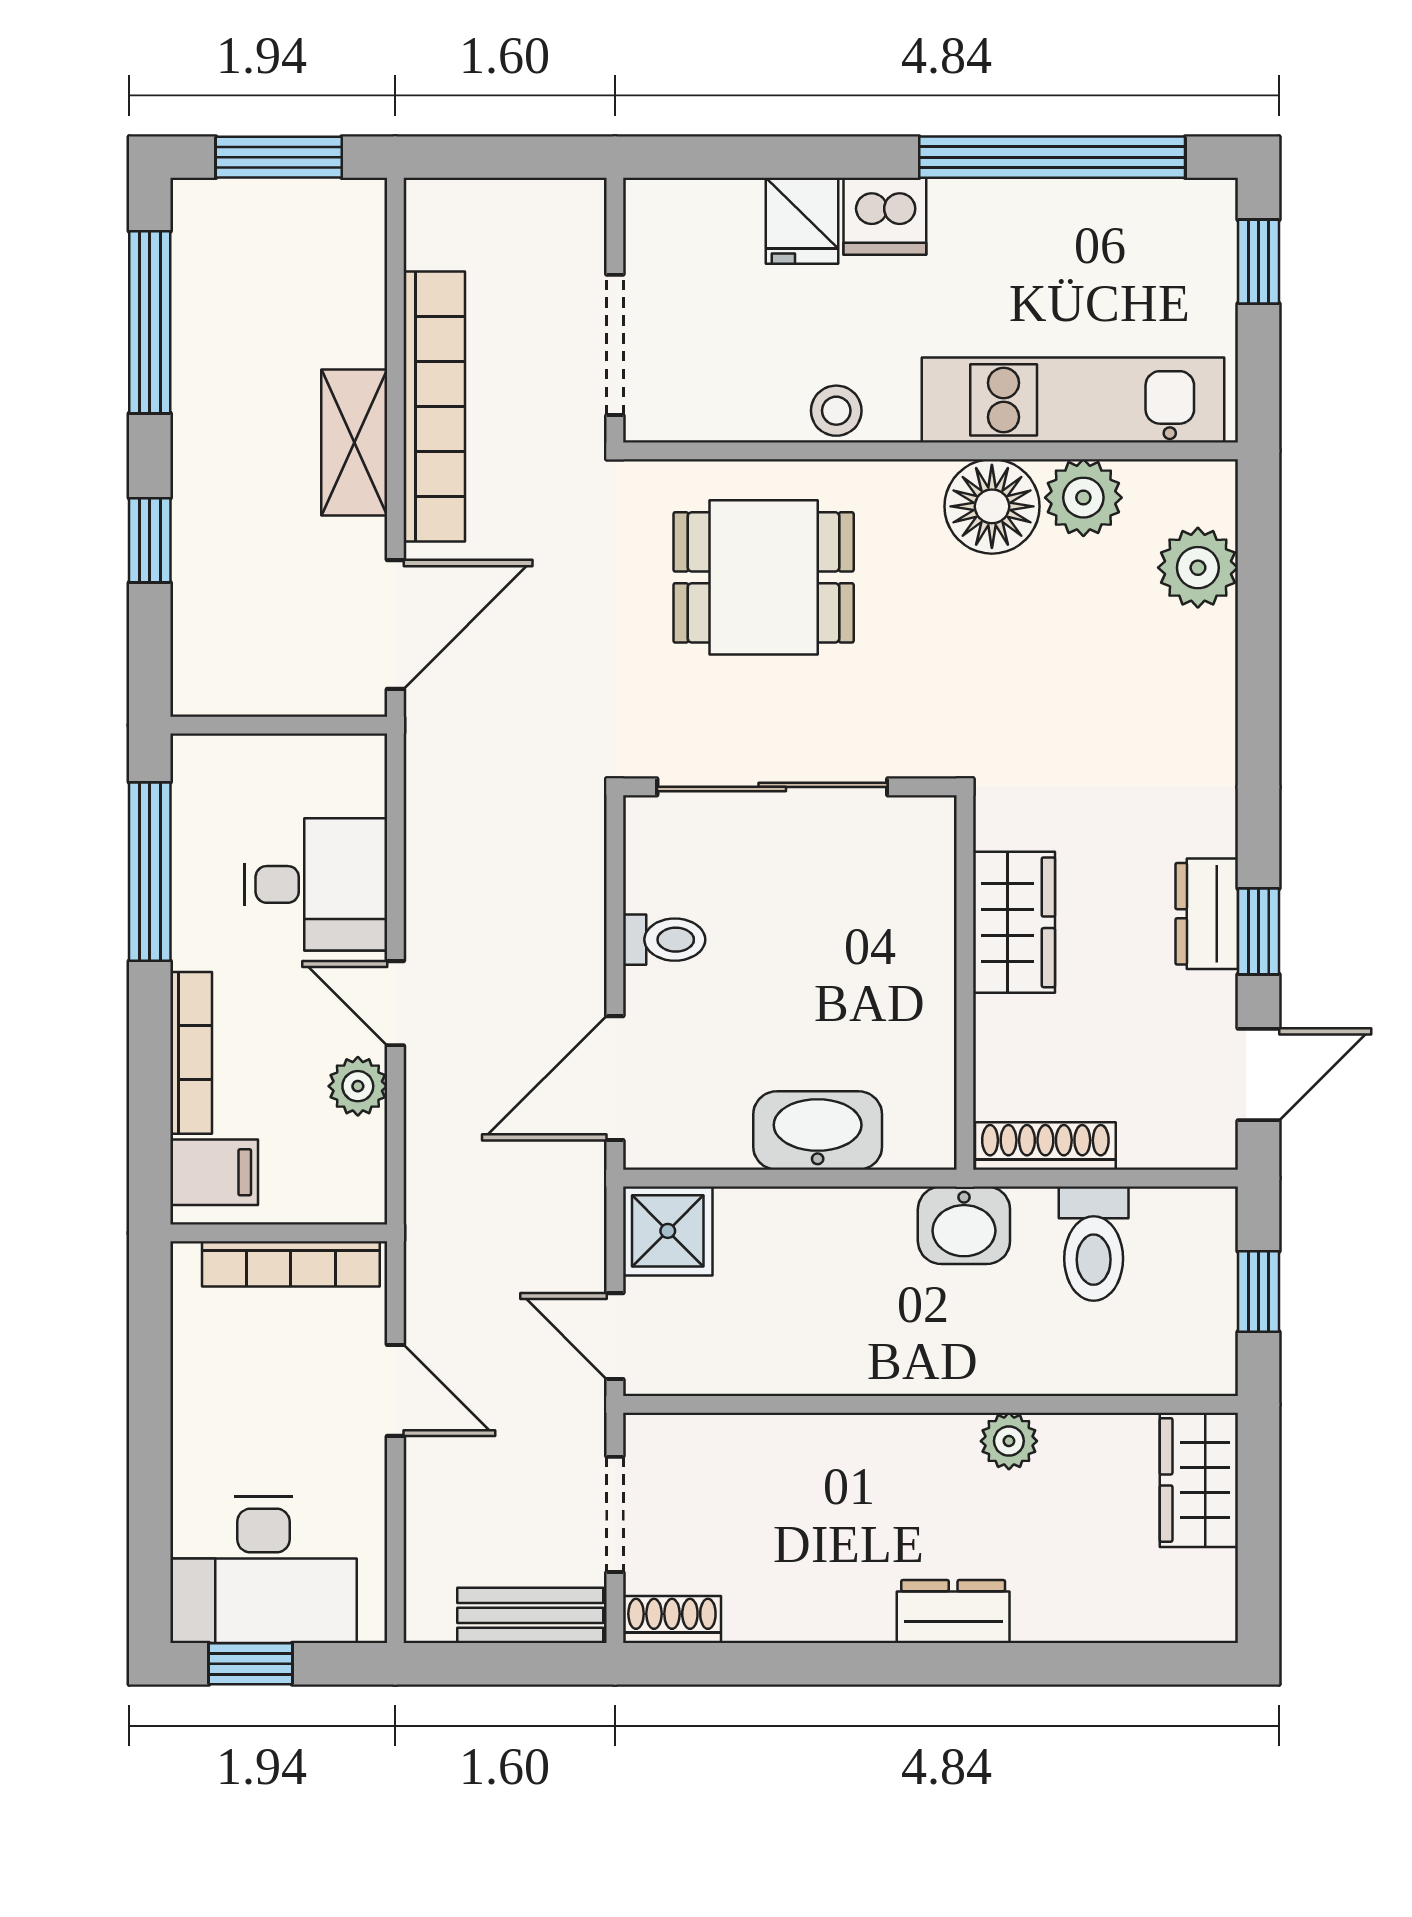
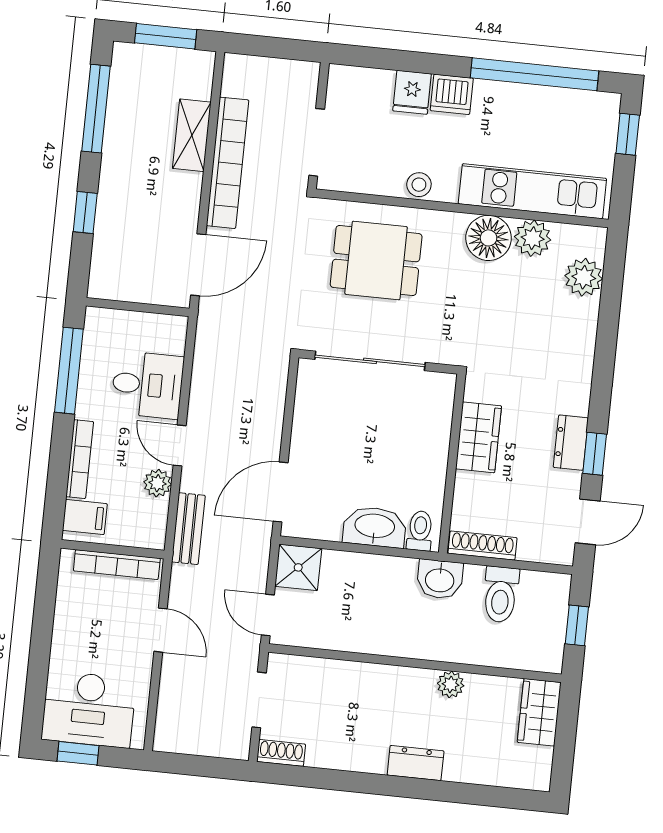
shelving: (354, 443) -> (192, 135), moved
toilet: (664, 940) -> (420, 531), moved, turned -90
bench: (530, 1615) -> (188, 529), moved, turned 90

